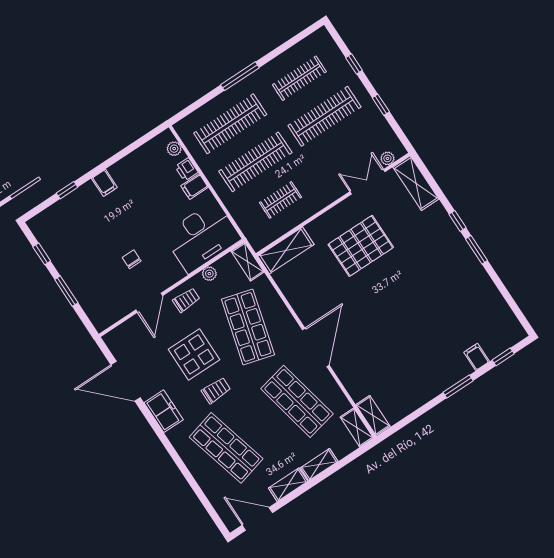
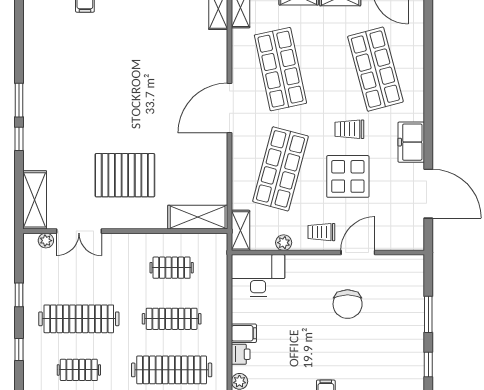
clothes rail: (299, 78) -> (79, 370), width x0.73
clothes rail: (255, 162) -> (172, 319), width x0.73, depth x0.76
desk: (202, 237) -> (258, 275), width x0.73, depth x0.77
chair: (132, 259) -> (348, 304), width x1.87, depth x1.87

